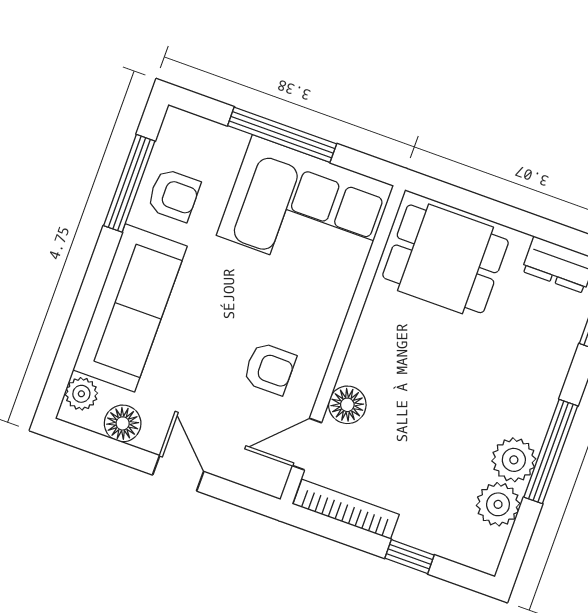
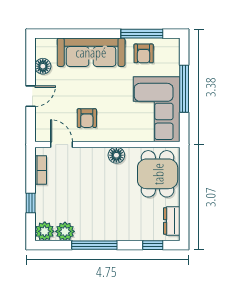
plant: (81, 394) -> (49, 45), removed
floor lamp: (347, 405) -> (116, 155), moved
plant: (514, 460) -> (45, 231), moved
bookcase: (346, 509) -> (41, 170), width x0.64

